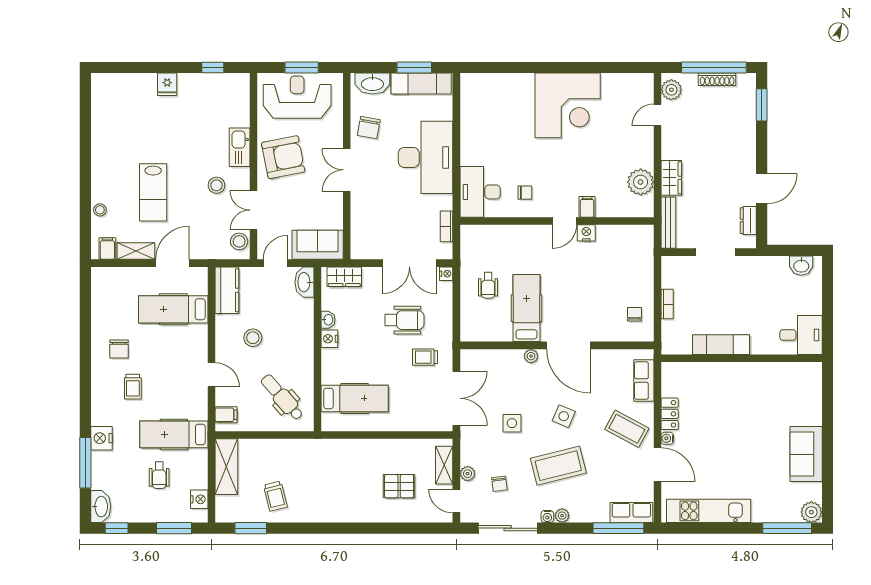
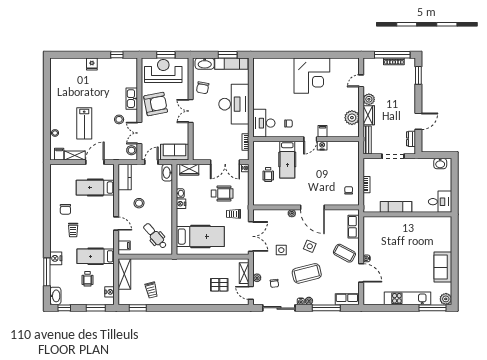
plant: (671, 90) -> (369, 99), moved
hospital bed: (526, 308) -> (287, 160), moved, turned 180
hospital bed: (355, 398) -> (200, 237), width x1.37, depth x1.29
locker: (670, 414) -> (368, 245), removed
kitchen unit: (709, 511) -> (408, 298), moved
window: (618, 528) -> (326, 308), moved

